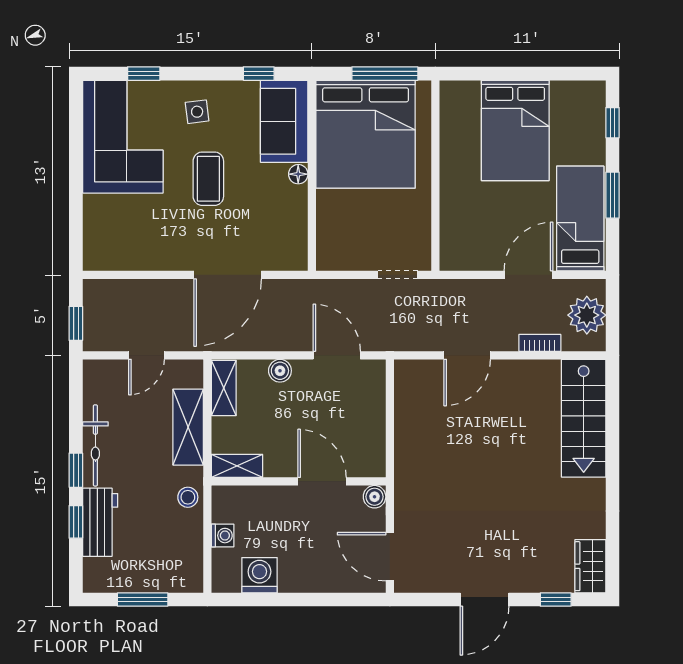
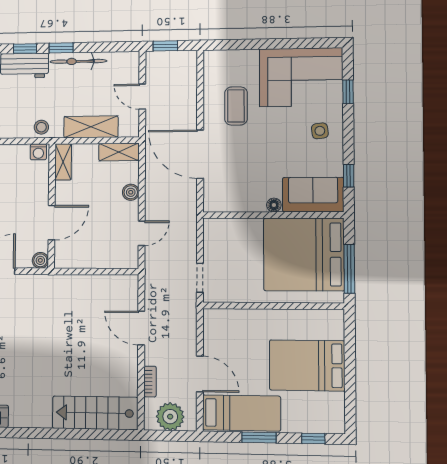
coffee table: (208, 179) -> (236, 106), moved, turned 90
door: (337, 355) -> (142, 233), width x0.73
washing machine: (223, 536) -> (38, 152), moved

